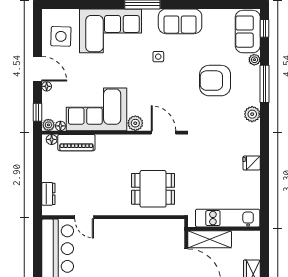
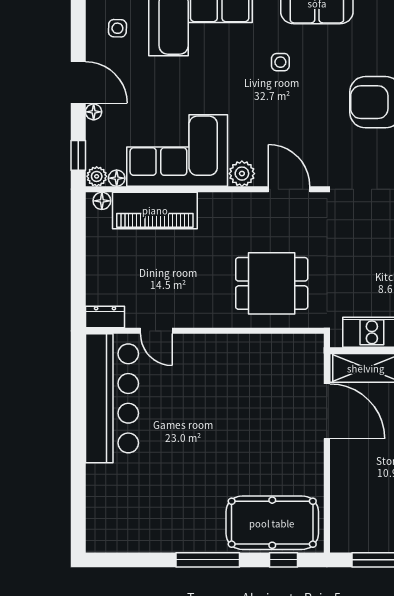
side table: (61, 36) -> (117, 28), width x0.54, depth x0.54
piano: (76, 143) -> (155, 210), width x1.37, depth x1.33
dresser: (48, 194) -> (105, 317), moved, turned -90

